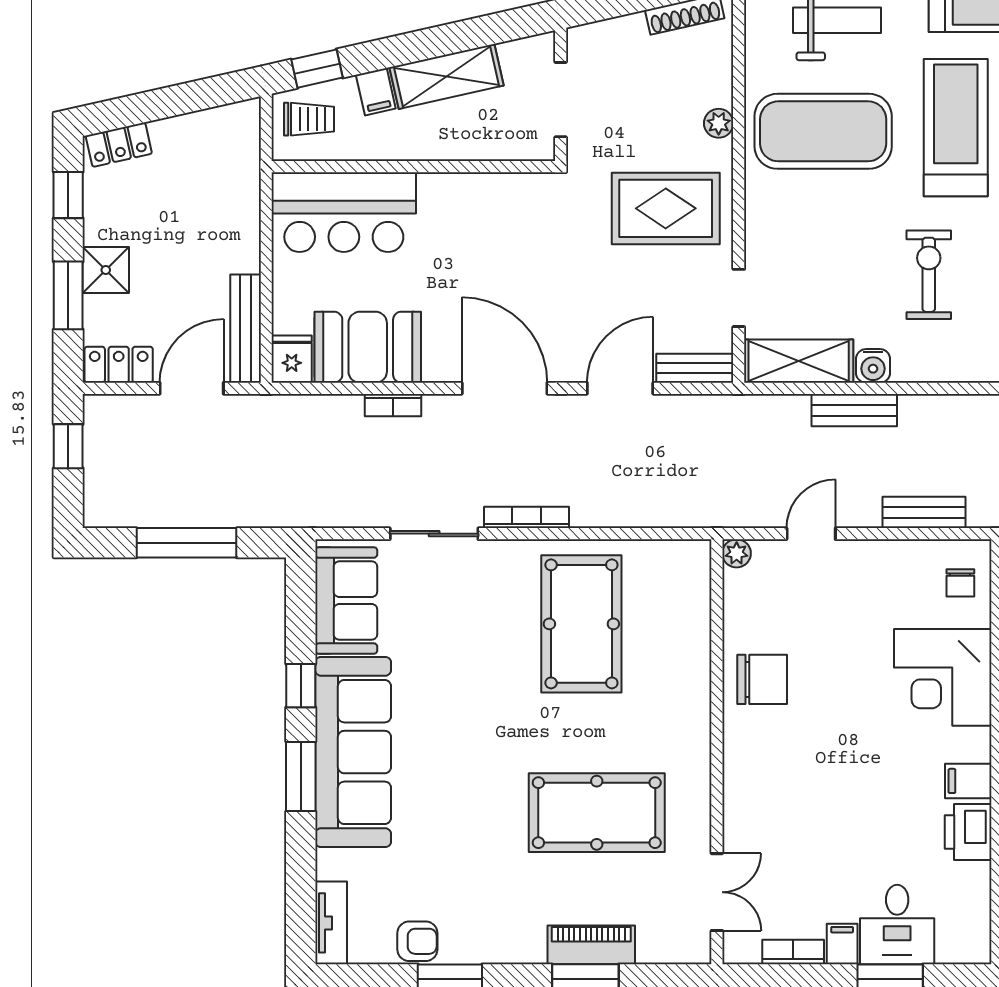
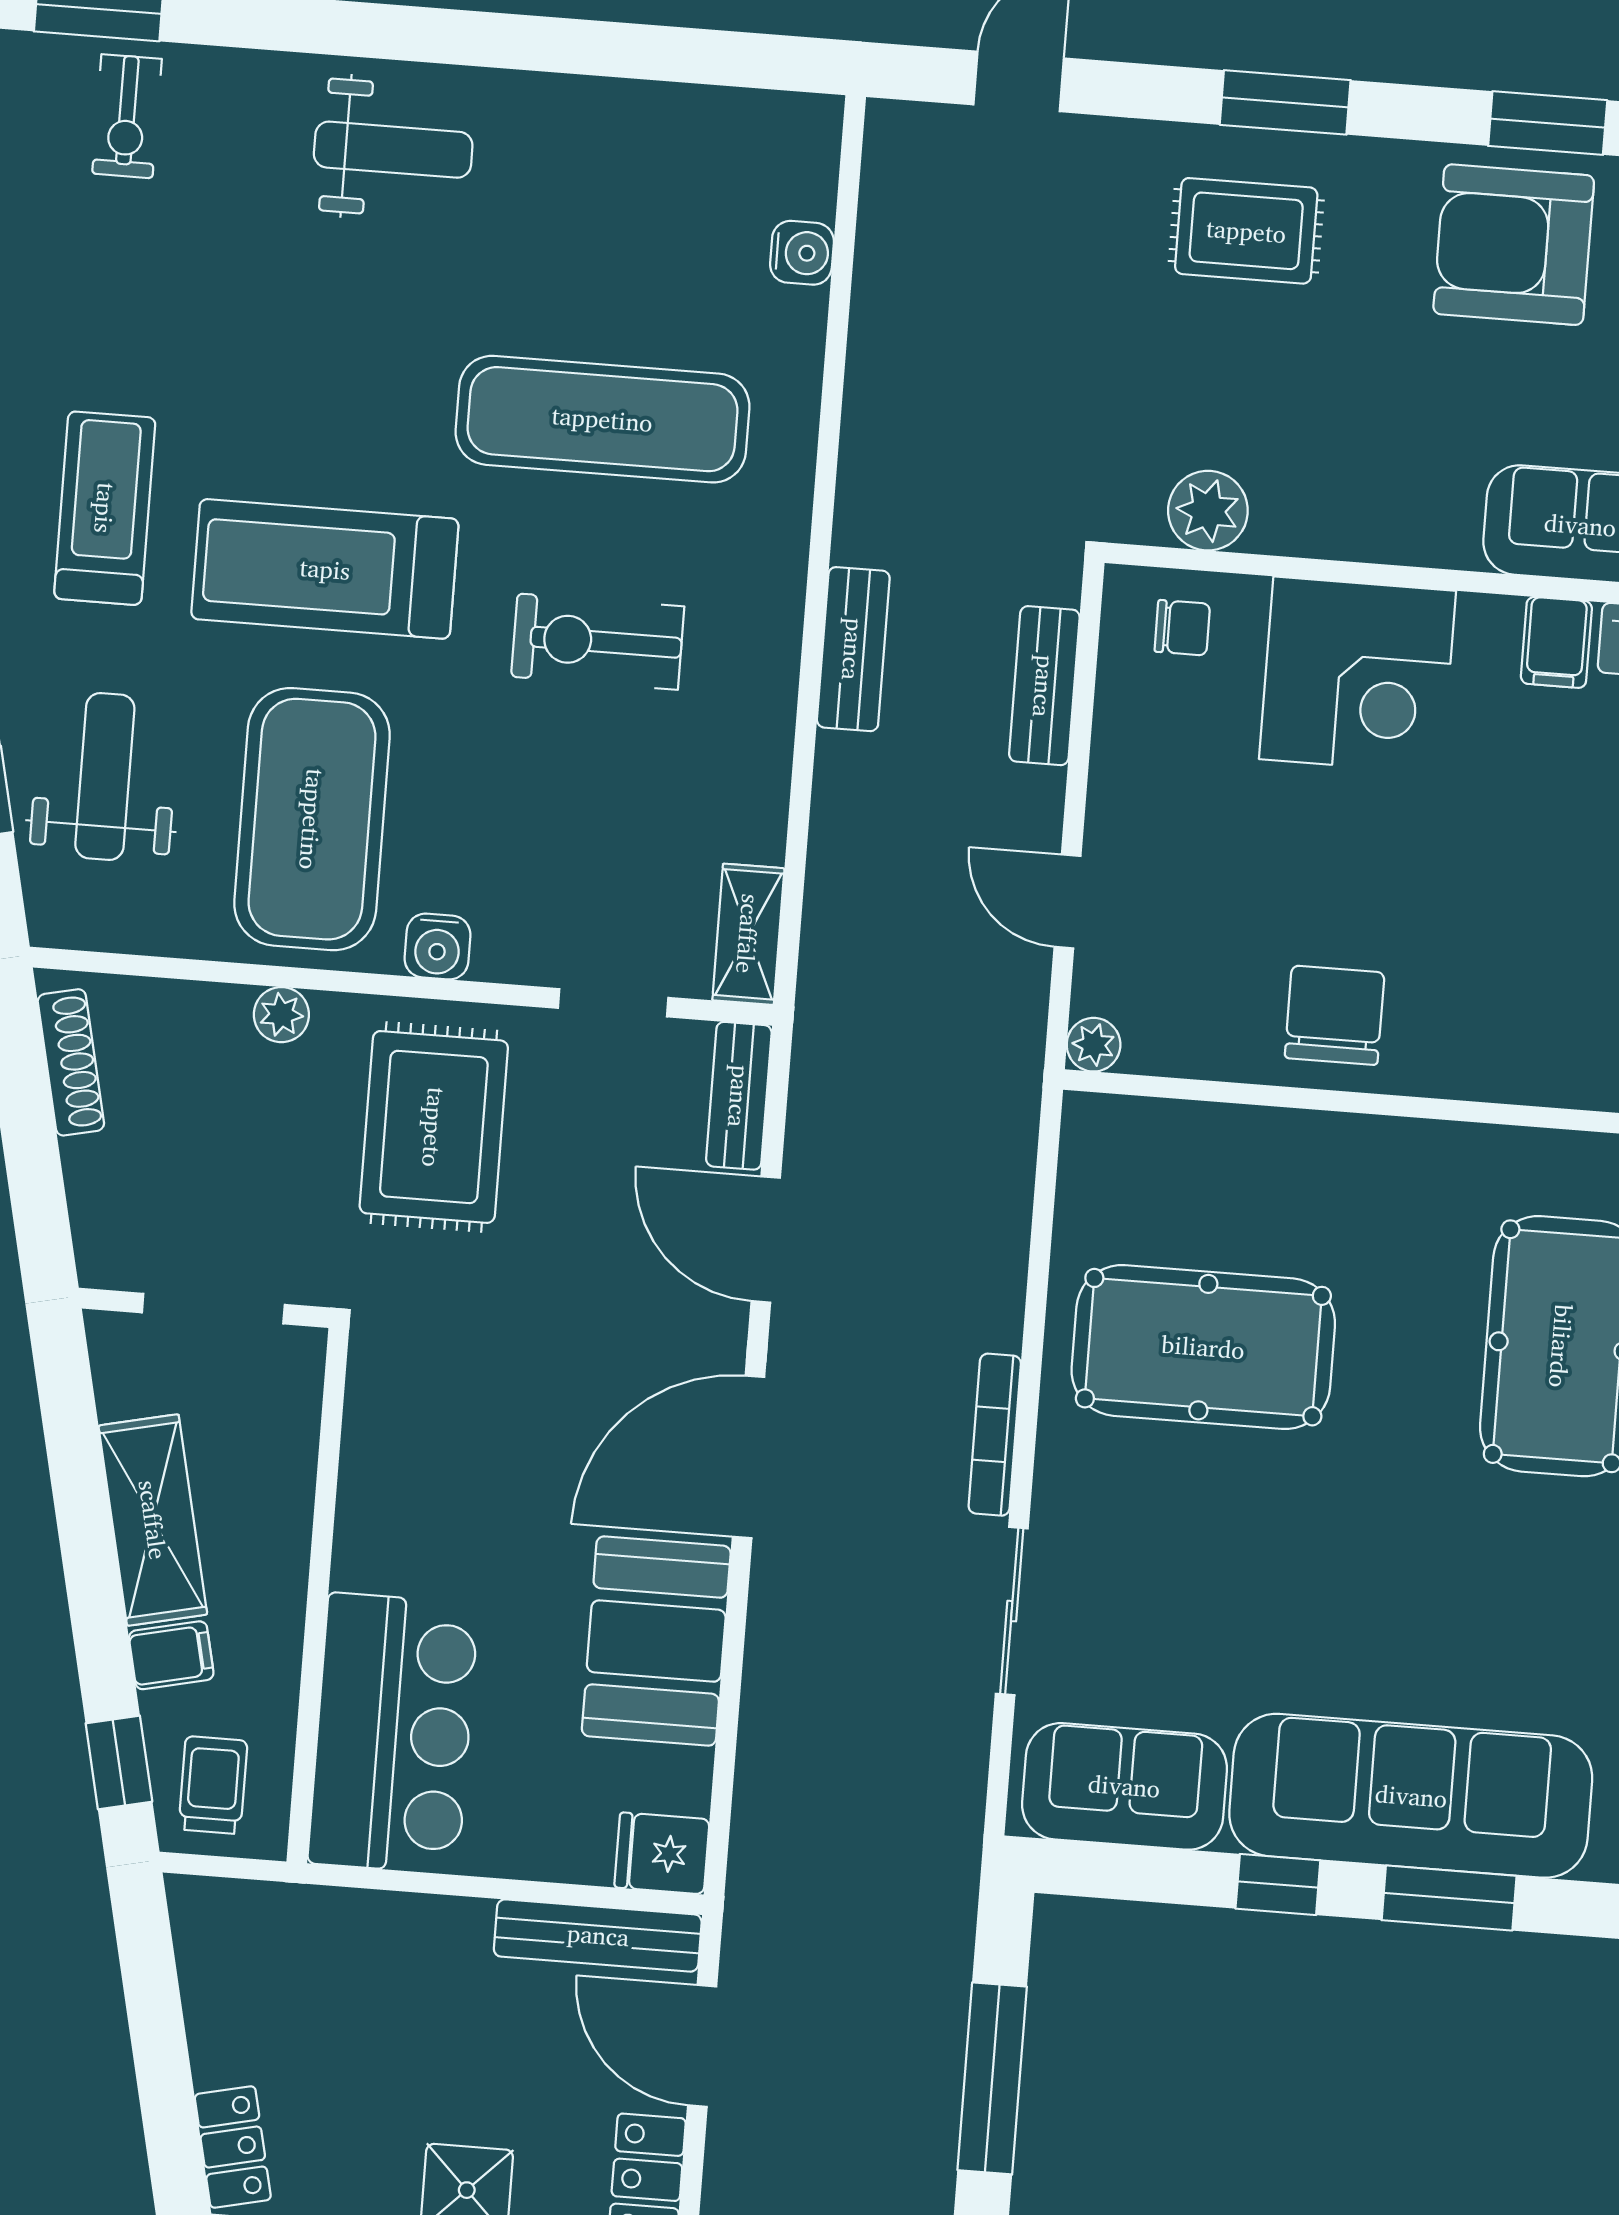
booth: (368, 347) -> (656, 1641), moved
shelving: (799, 361) -> (748, 934), width x0.67, depth x0.75
water cooler: (873, 366) -> (437, 947), moved, turned 90
bookcase: (393, 405) -> (763, 1670), removed
bench: (854, 410) -> (853, 649), moved

